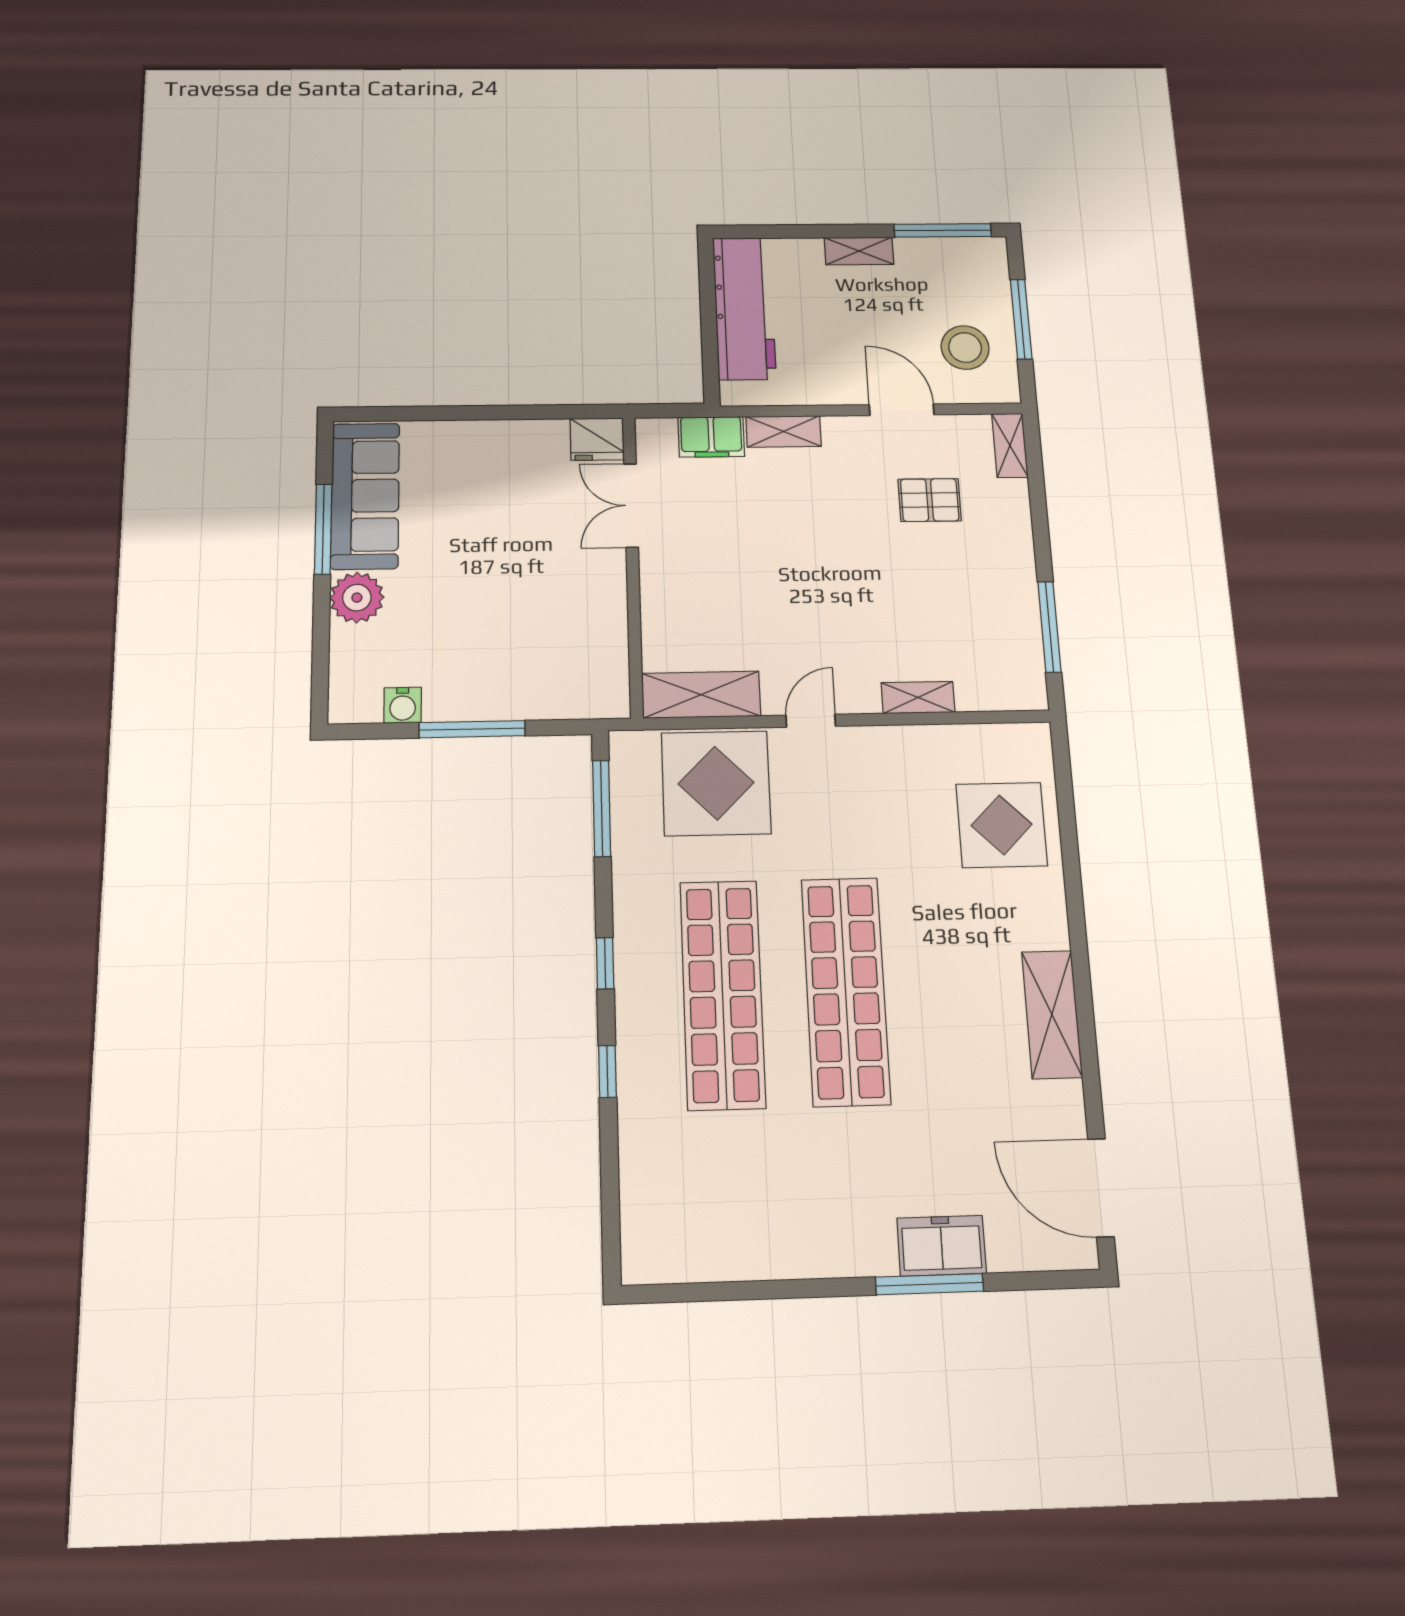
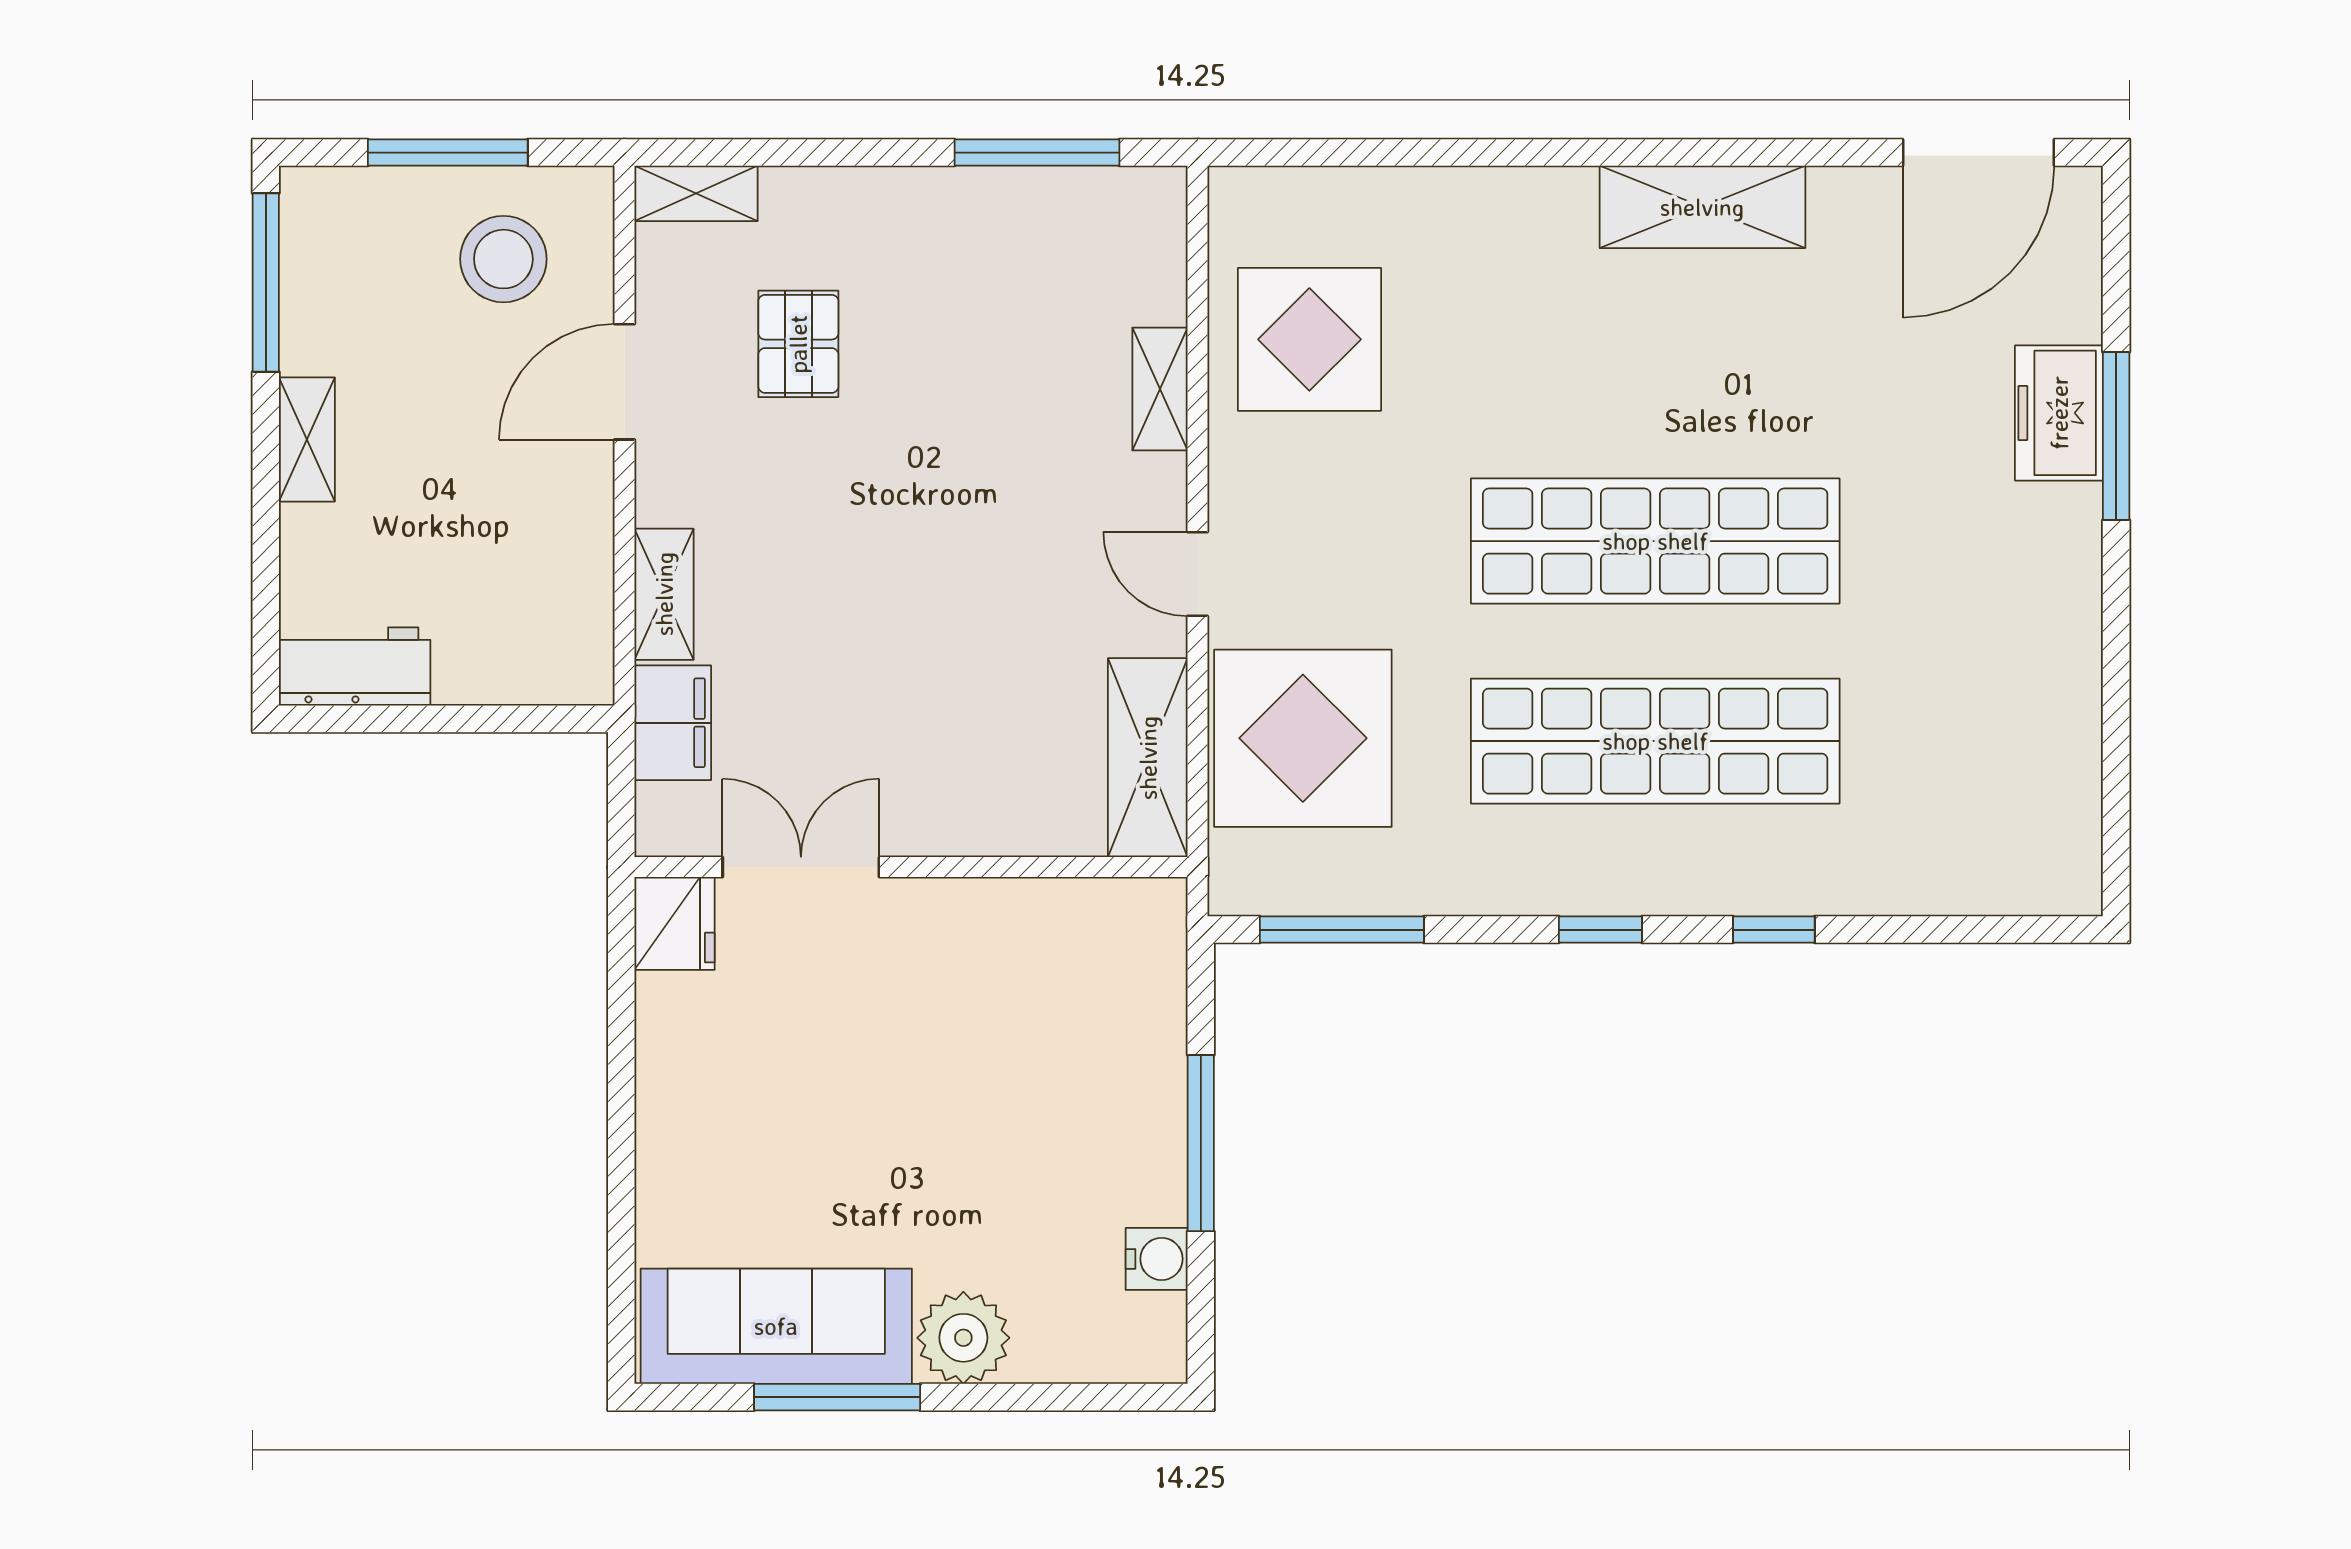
workbench: (744, 308) -> (355, 667), width x0.53, depth x0.76
double door: (631, 505) -> (801, 867), swing flipped
display table: (1002, 825) -> (1309, 339), moved

